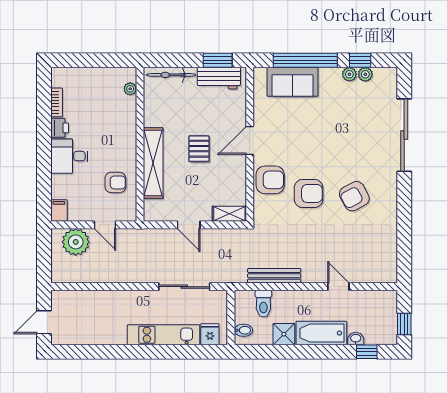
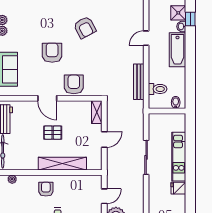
armchair: (115, 182) -> (46, 189), moved
armchair: (309, 193) -> (52, 53), moved
sliding door: (184, 287) -> (146, 157), moved
fridge: (210, 334) -> (178, 188), moved
shower: (284, 334) -> (178, 13), moved

